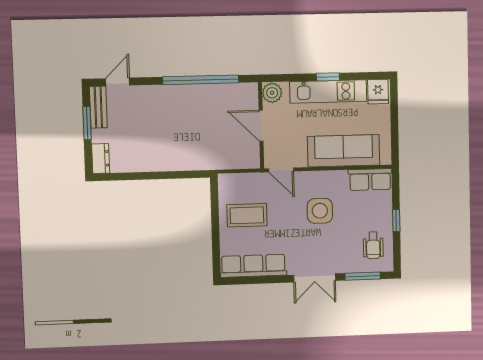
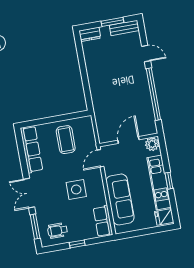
door: (118, 82) -> (146, 54), moved

